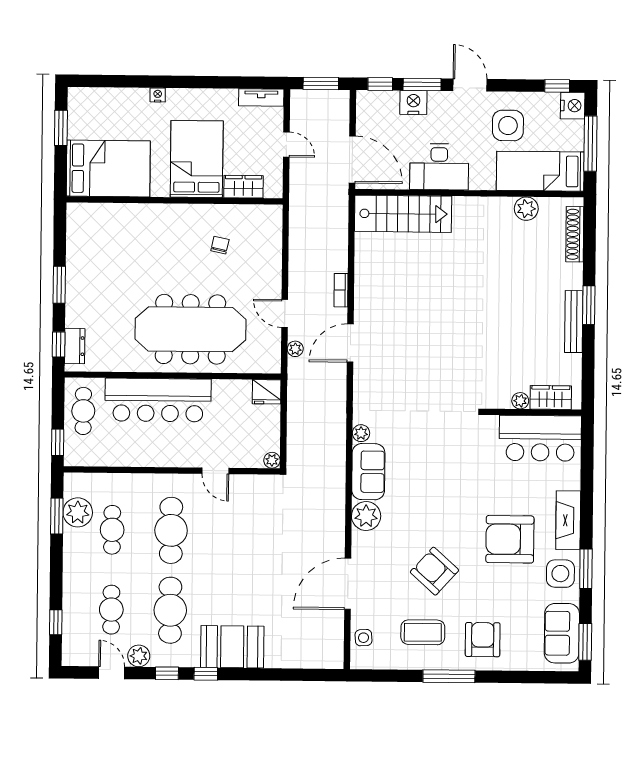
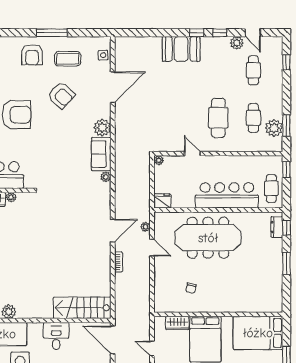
desk: (439, 167) -> (56, 336), width x0.73
cafe table: (170, 610) -> (218, 70), removed

